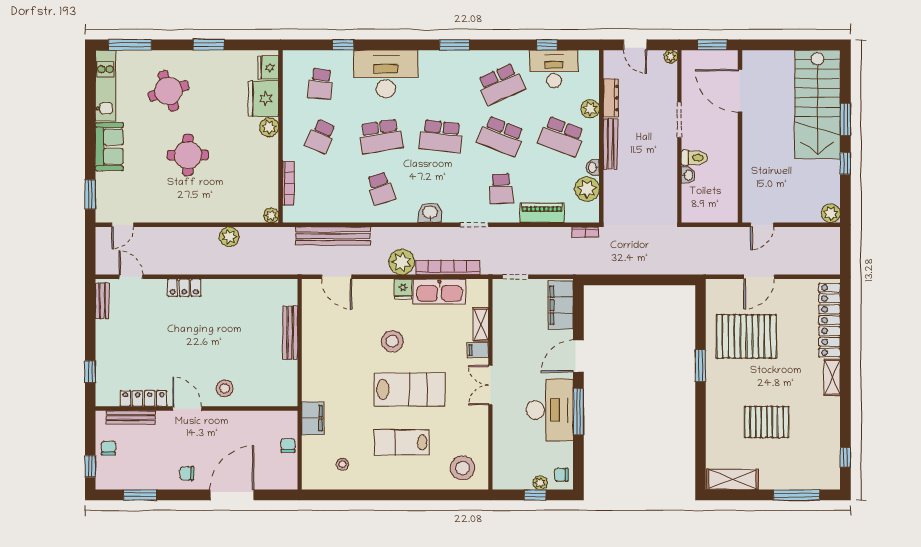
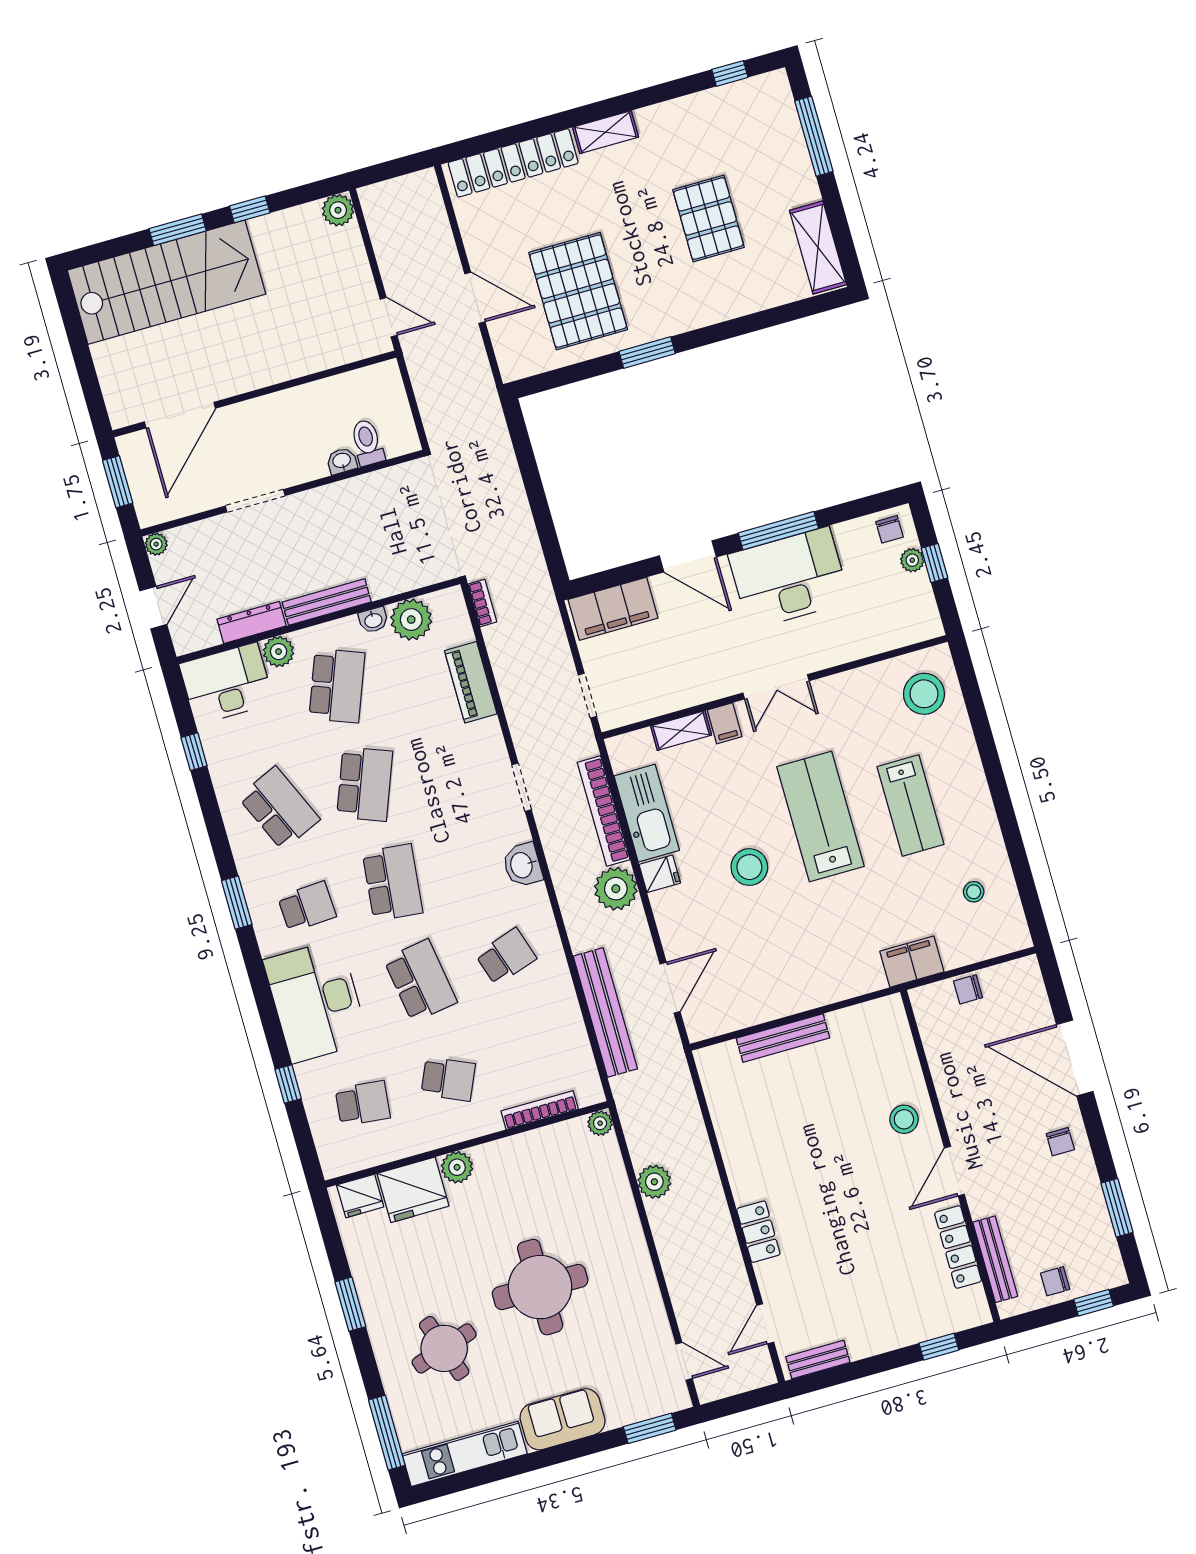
desk: (554, 69) -> (227, 684), moved, turned 90
round table: (188, 155) -> (540, 1287), width x1.36, depth x1.36
toilet: (694, 158) -> (367, 442), moved
school desk: (501, 189) -> (307, 907), moved

